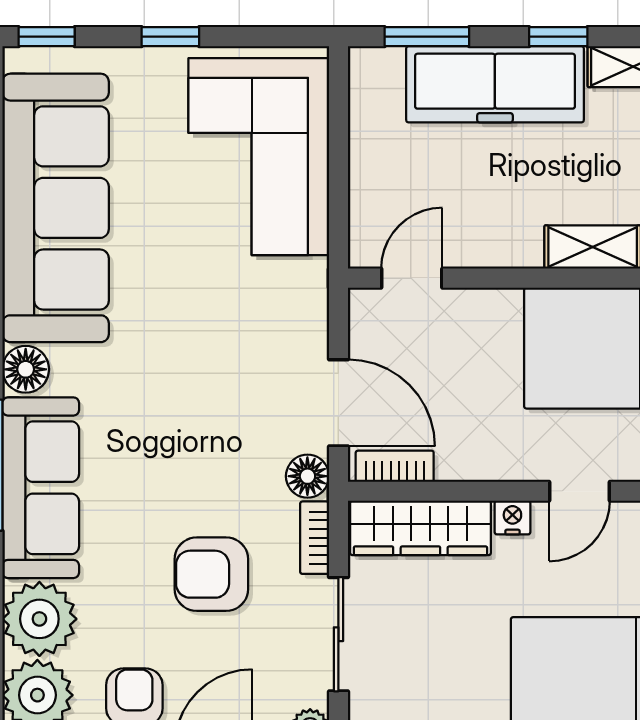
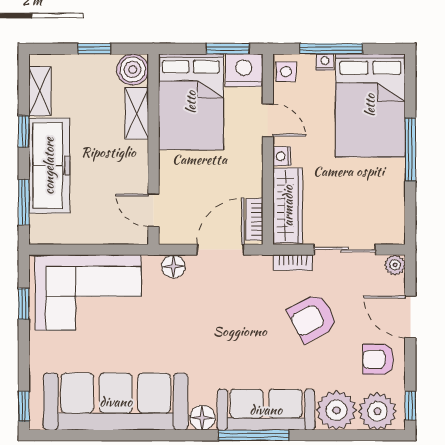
window: (170, 37) -> (24, 304), moved
floor lamp: (307, 476) -> (173, 266), moved
armchair: (211, 574) -> (312, 318), turned 62

